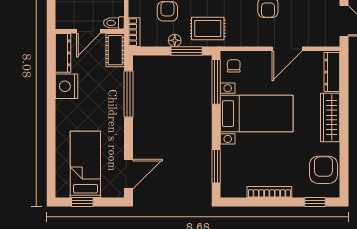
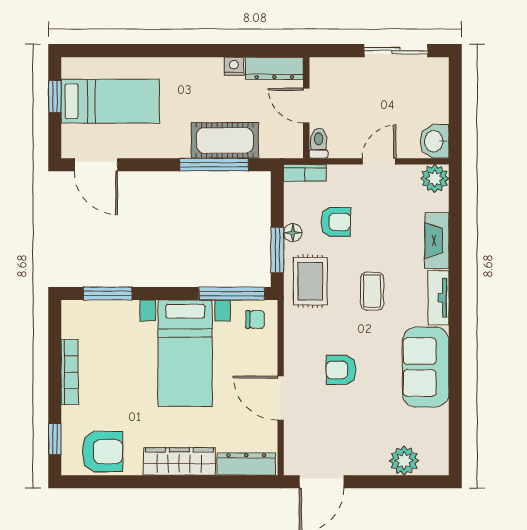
cot: (115, 50) -> (225, 140), moved, width x1.37, depth x1.34
nightstand: (67, 86) -> (234, 66), width x0.53, depth x0.56

